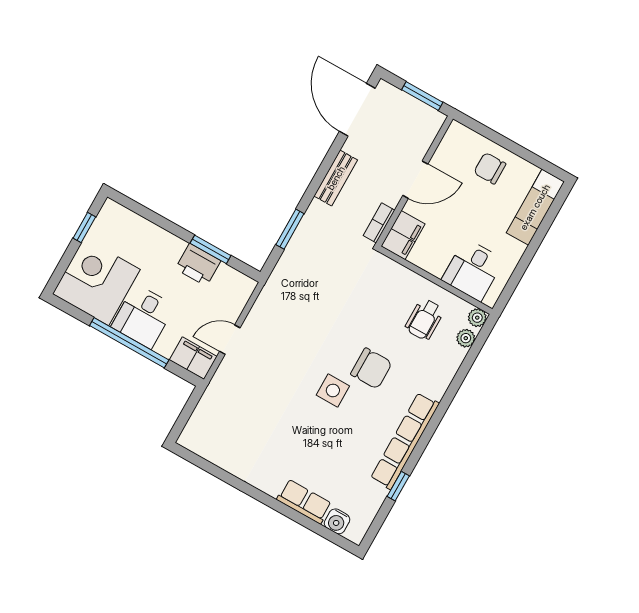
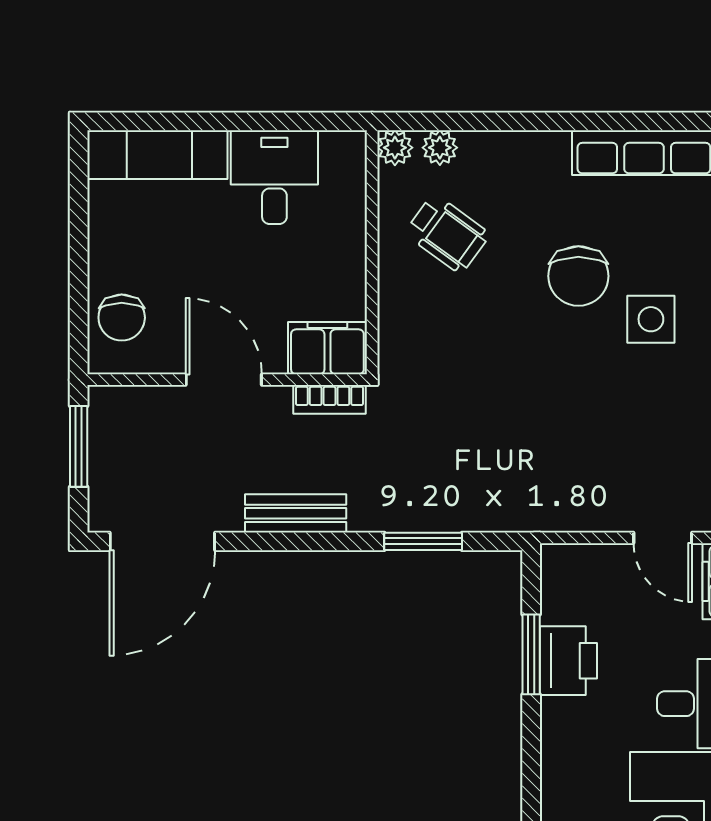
chair: (490, 168) -> (122, 318), moved
desk: (473, 270) -> (274, 177), moved, turned -90
wheelchair: (424, 319) -> (447, 234), turned 36
chair: (371, 368) -> (578, 276), turned 180

